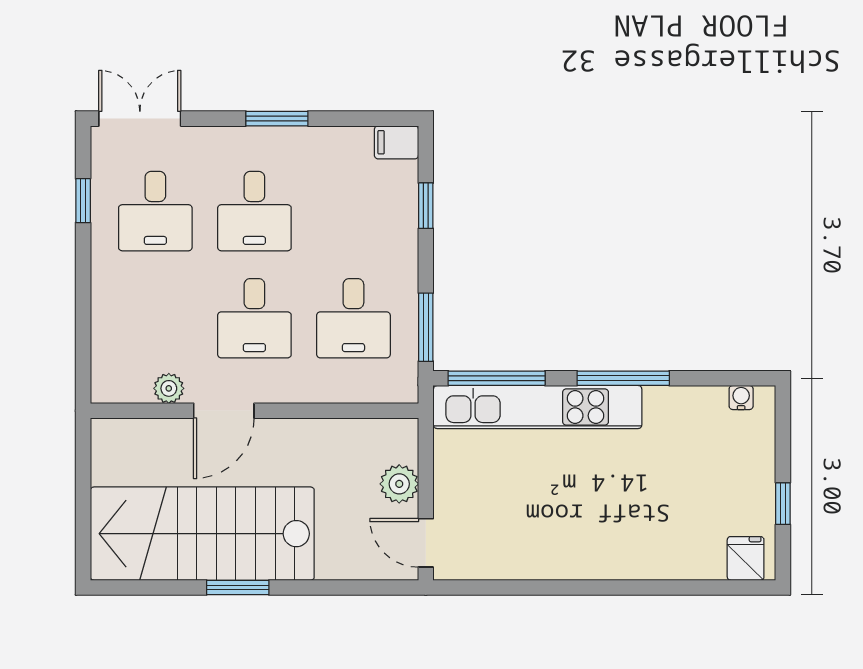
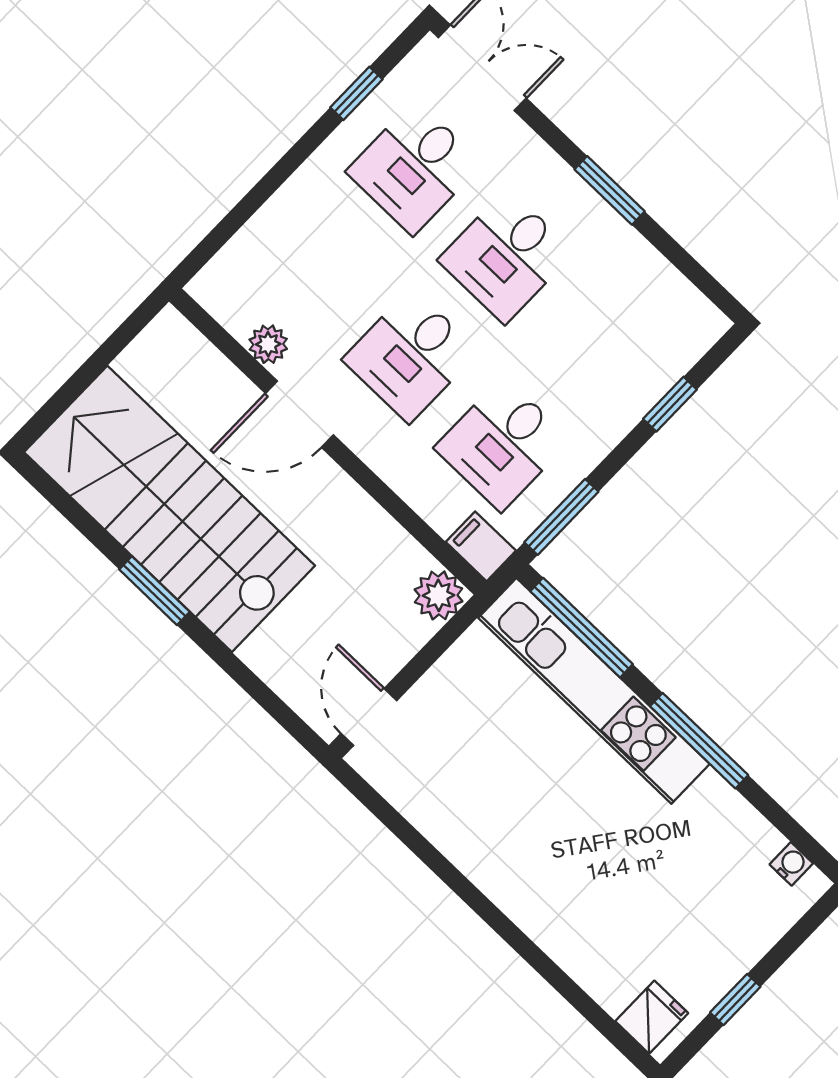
filing cabinet: (396, 142) -> (481, 546), moved
plant: (399, 484) -> (439, 595), moved

